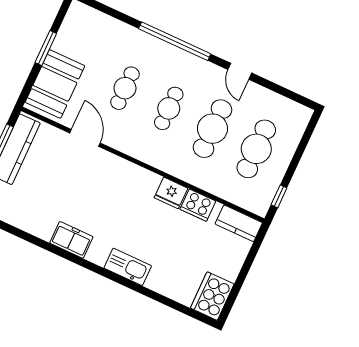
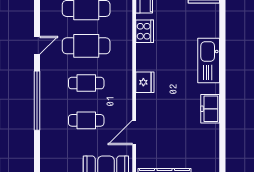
fridge: (171, 193) -> (145, 82), moved
kitchen sink: (128, 267) -> (209, 60), width x1.36, depth x1.24

